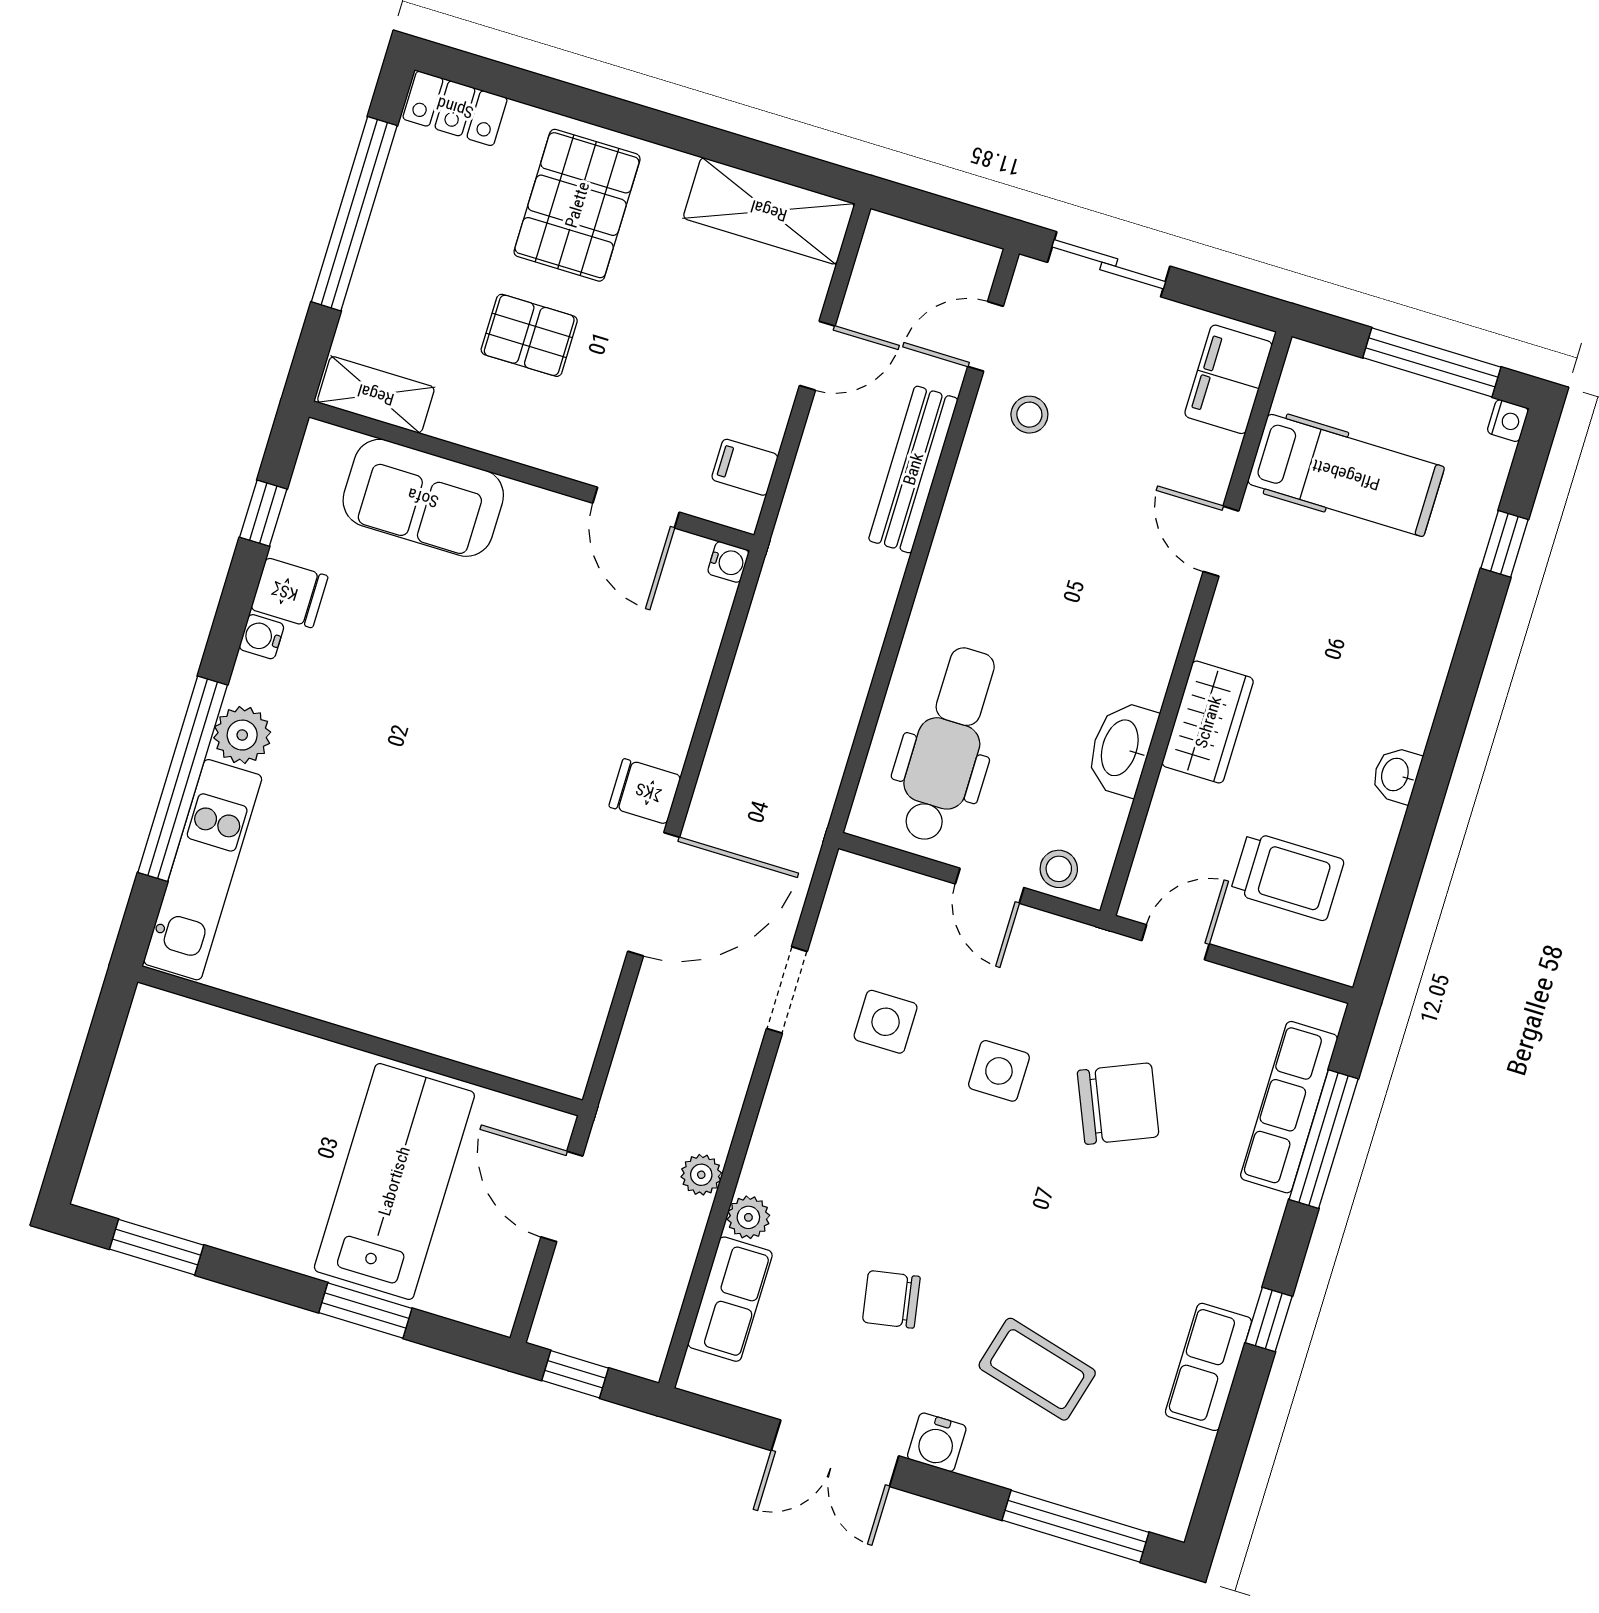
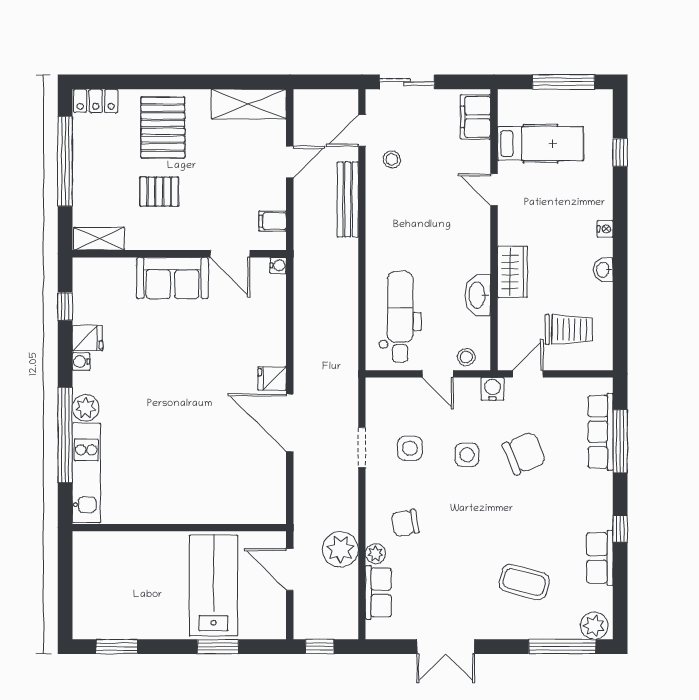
nightstand: (1508, 421) -> (605, 229), moved
sofa: (423, 498) -> (173, 278), moved
door: (654, 894) -> (290, 423), swing flipped
plant: (701, 1175) -> (340, 549), width x1.88, depth x1.88
chair: (891, 1299) -> (405, 523), moved
water cooler: (937, 1442) -> (492, 389), moved, turned 180
plant: (1154, 1503) -> (594, 626), added

